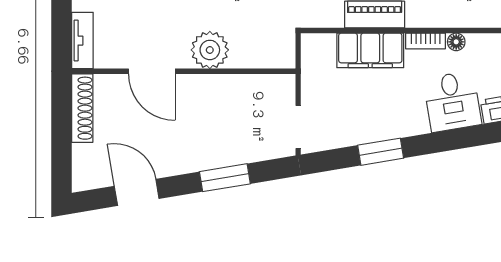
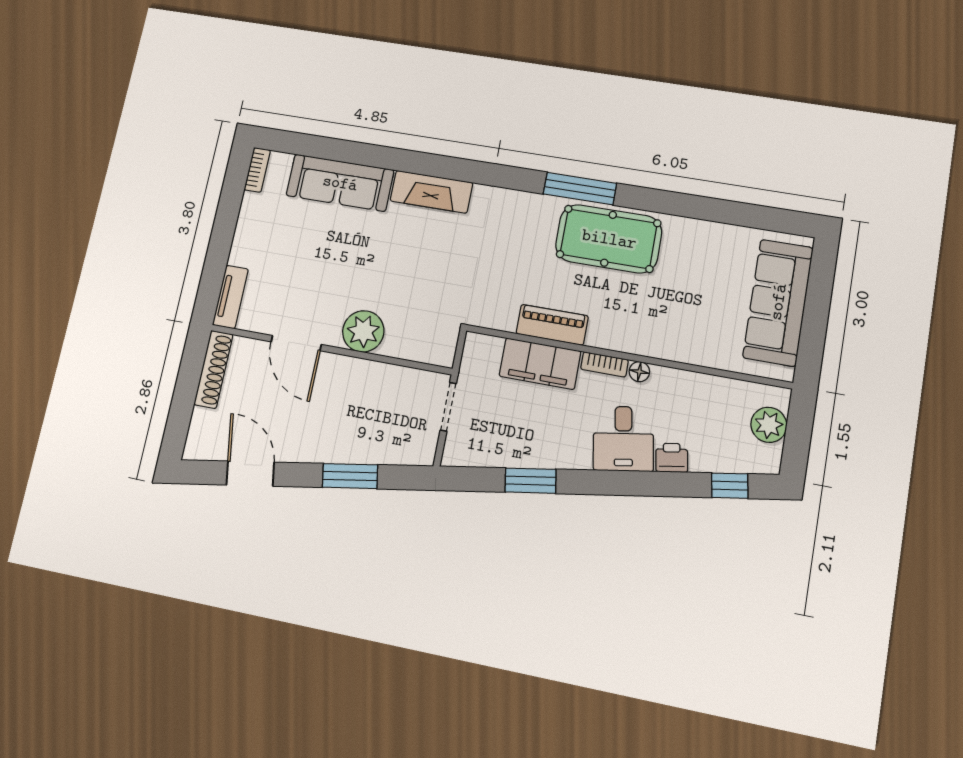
doorway: (298, 127) -> (448, 407), moved

